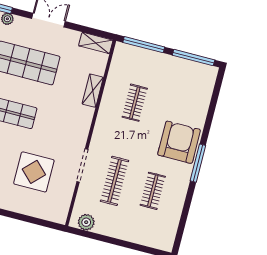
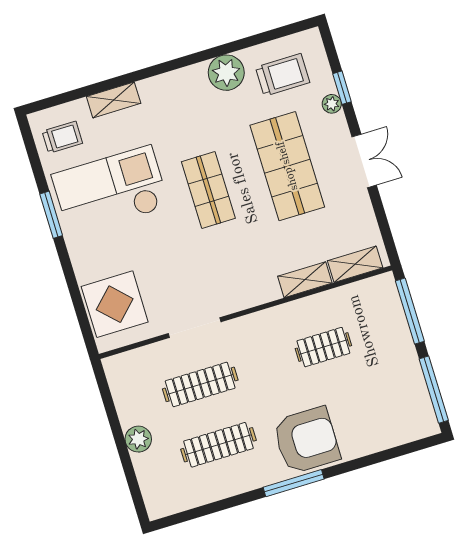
shelving: (96, 43) -> (355, 264), moved, turned 90
display table: (34, 172) -> (115, 304), moved
clothes rail: (153, 191) -> (218, 445), width x1.36
plant: (86, 222) -> (138, 439), moved

